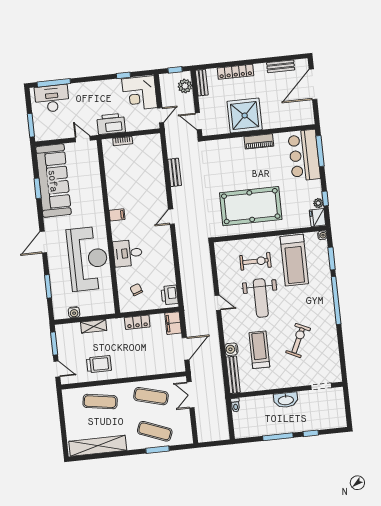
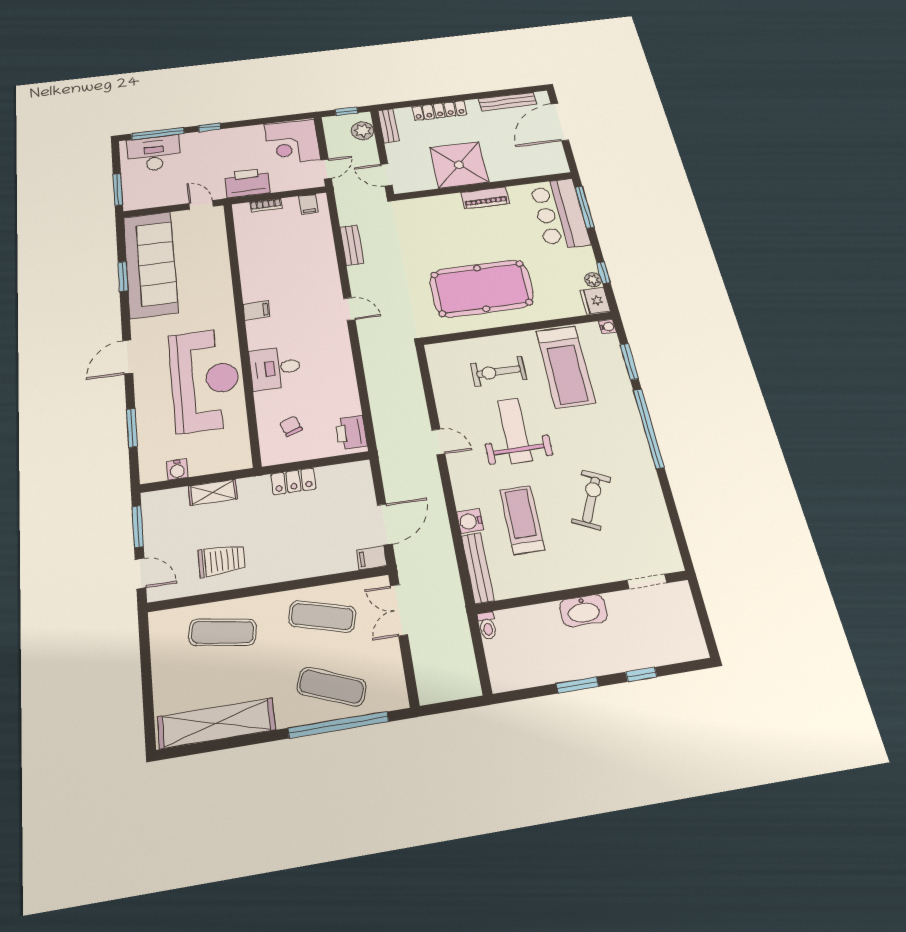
bench: (281, 66) -> (507, 102), width x1.36
window: (123, 75) -> (210, 127), moved
filing cabinet: (149, 141) -> (309, 204), added
door: (171, 217) -> (349, 309), swing flipped
exercise bike: (255, 261) -> (498, 372), turned 180
weight bench: (261, 298) -> (515, 430), turned 180
filing cabinet: (173, 323) -> (372, 558), moved, width x0.50
window: (278, 437) -> (577, 685), width x0.69
window: (158, 450) -> (338, 725), width x2.11

